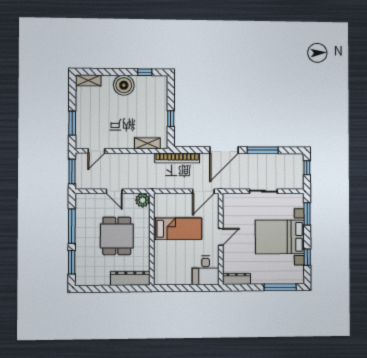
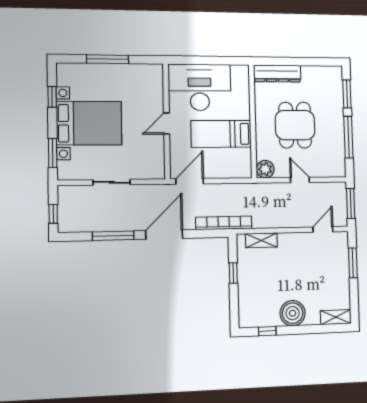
desk: (206, 270) -> (200, 87), width x1.87, depth x1.30
dresser: (236, 279) -> (145, 70), removed
window: (280, 287) -> (108, 59), moved

